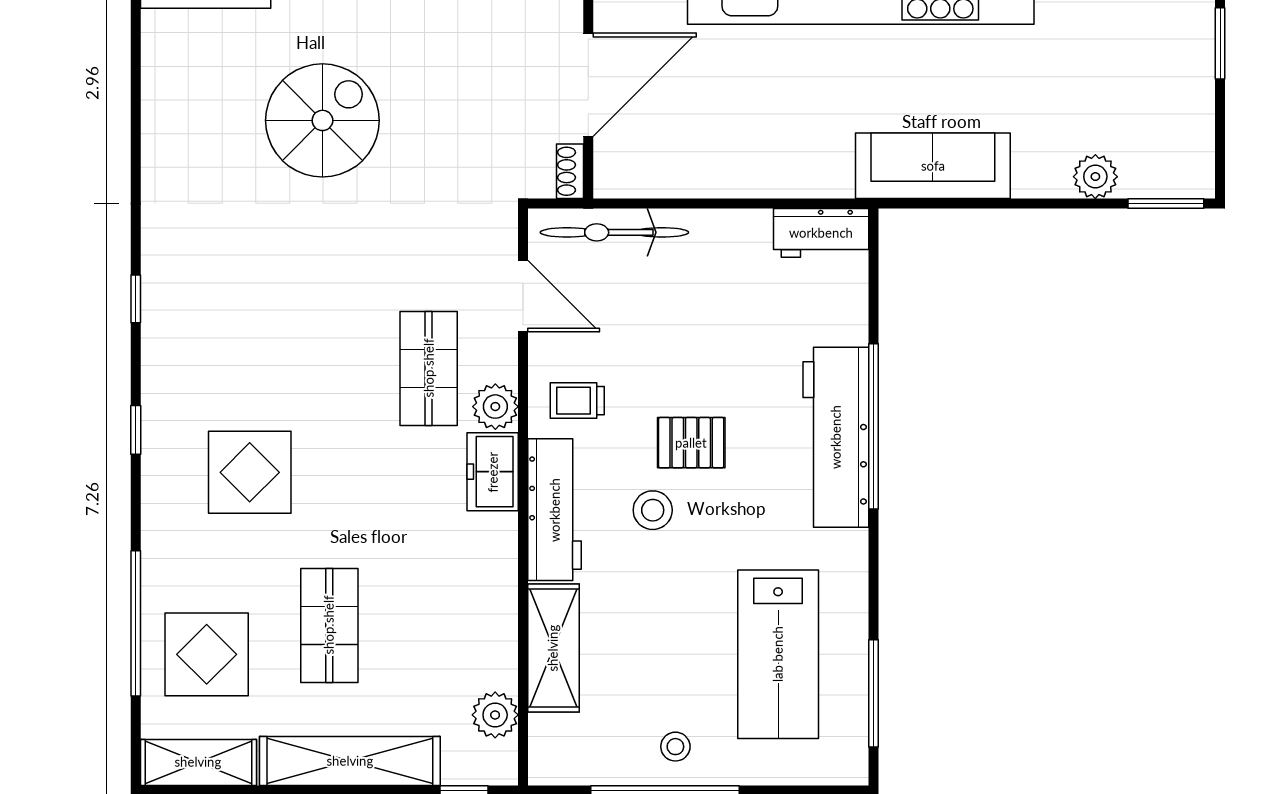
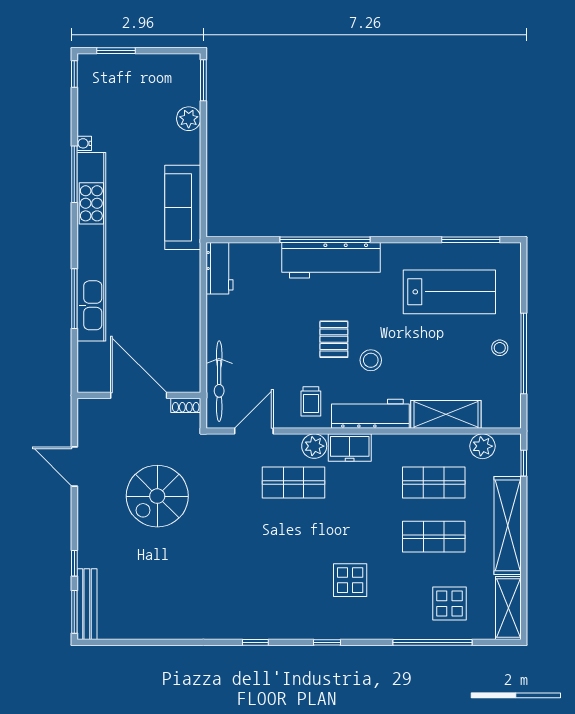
spiral stairs: (322, 120) -> (157, 496), moved, turned -90
display table: (250, 472) -> (350, 580), width x0.73, depth x0.73
shop shelf: (429, 625) -> (434, 483), added
display table: (207, 654) -> (449, 604), width x0.73, depth x0.73

